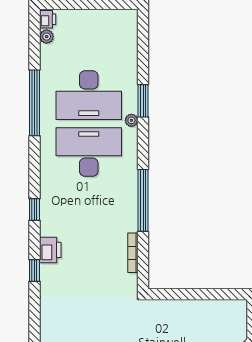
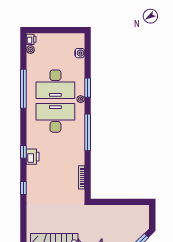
water cooler: (130, 42) -> (80, 53), added
window: (143, 200) -> (88, 132), moved
printer: (50, 250) -> (33, 157), moved

